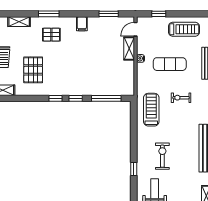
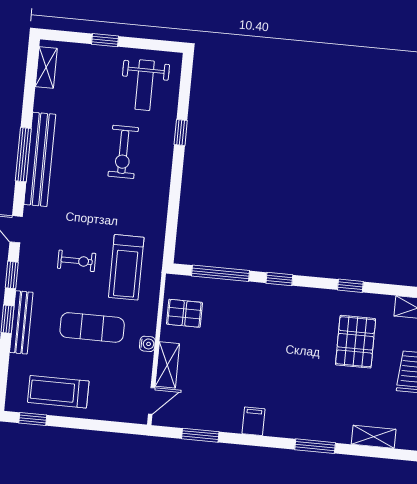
window: (159, 14) -> (33, 419), moved
pallet: (51, 35) -> (184, 313), moved
window: (56, 98) -> (350, 286), moved
treadmill: (151, 110) -> (126, 267), moved

